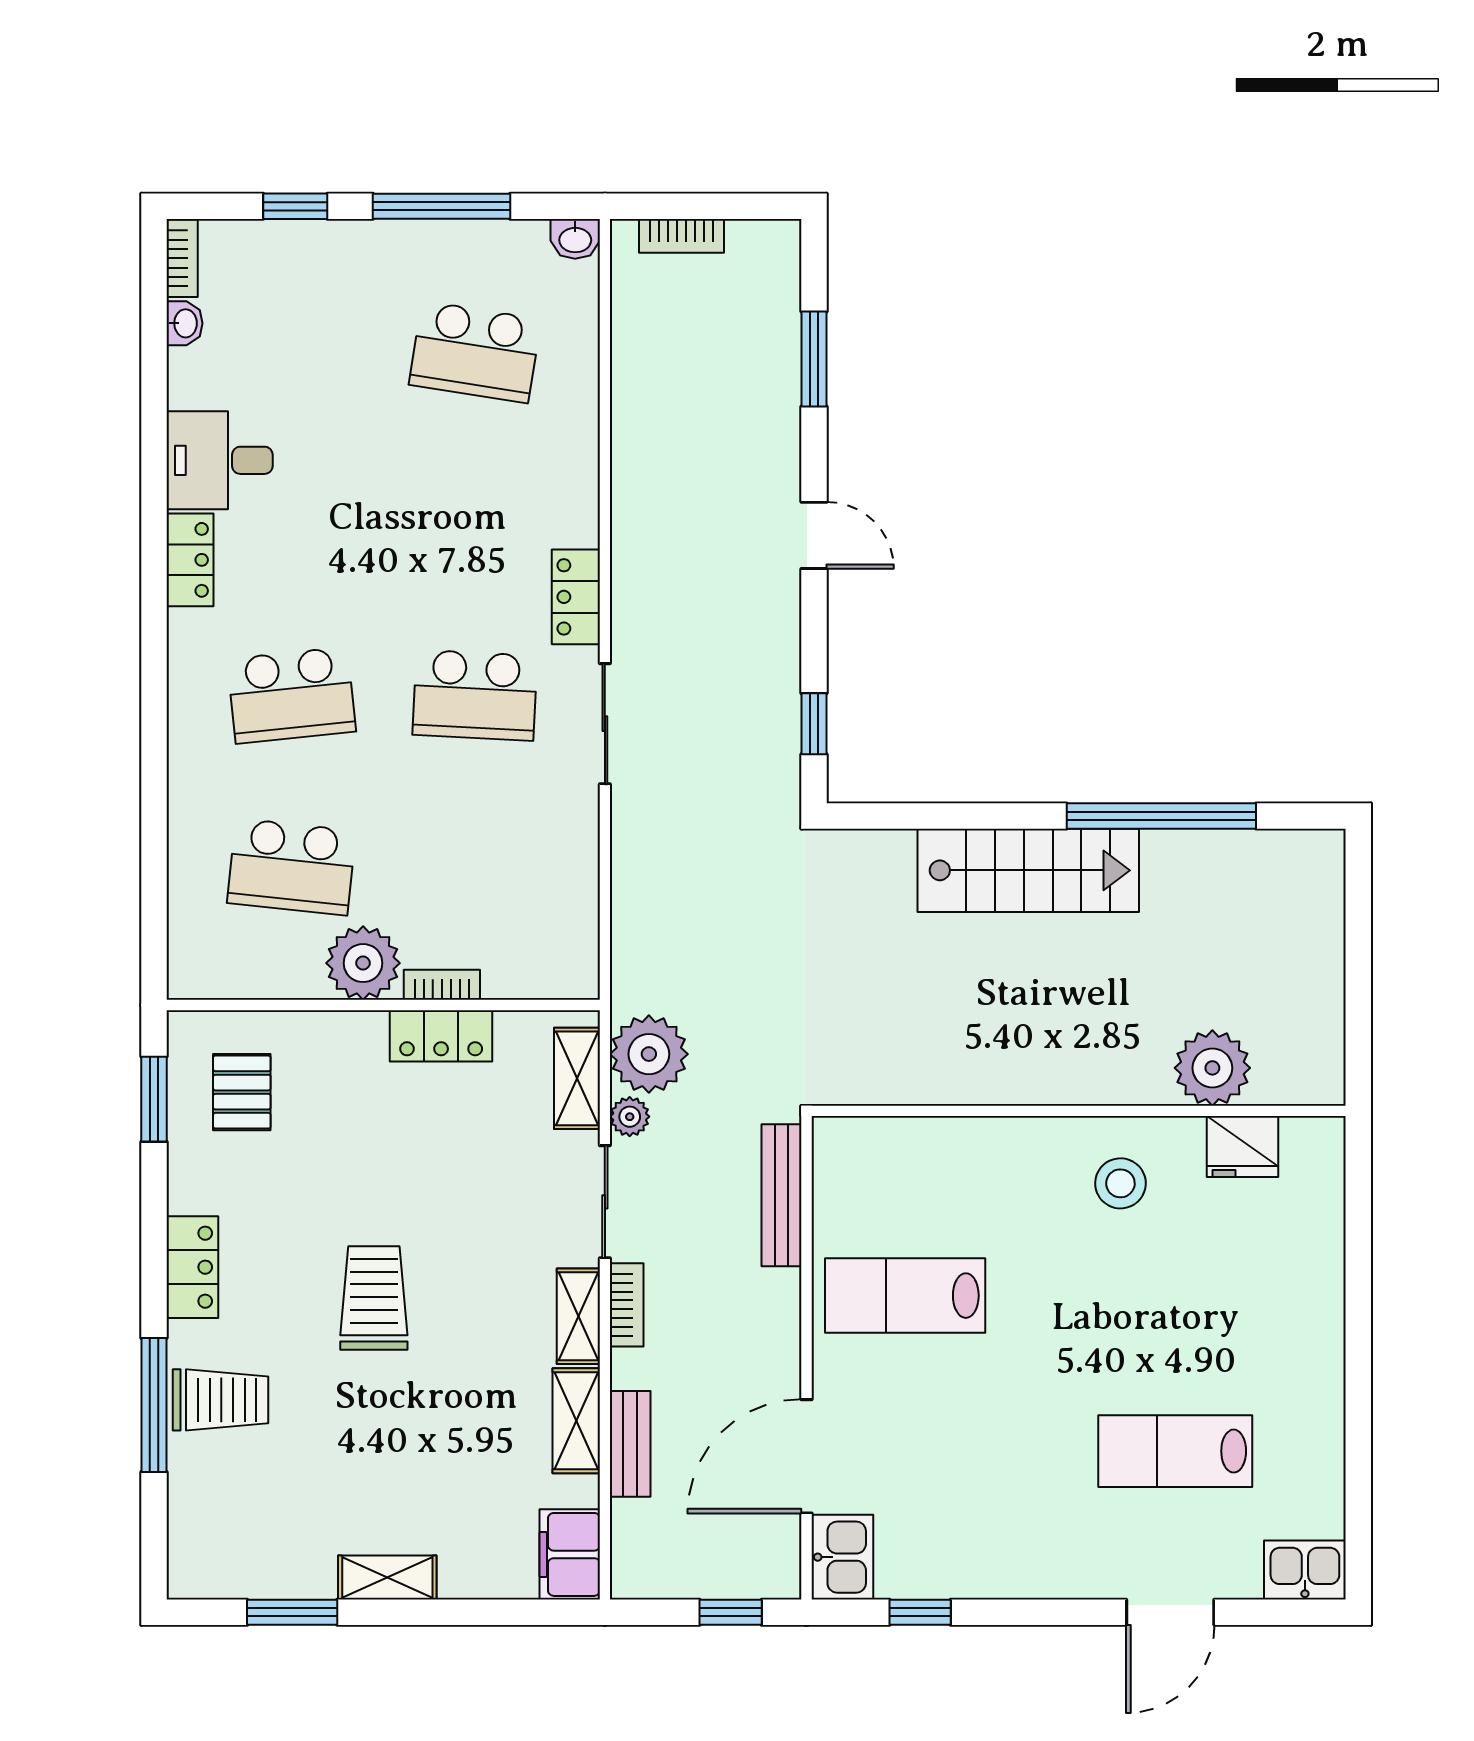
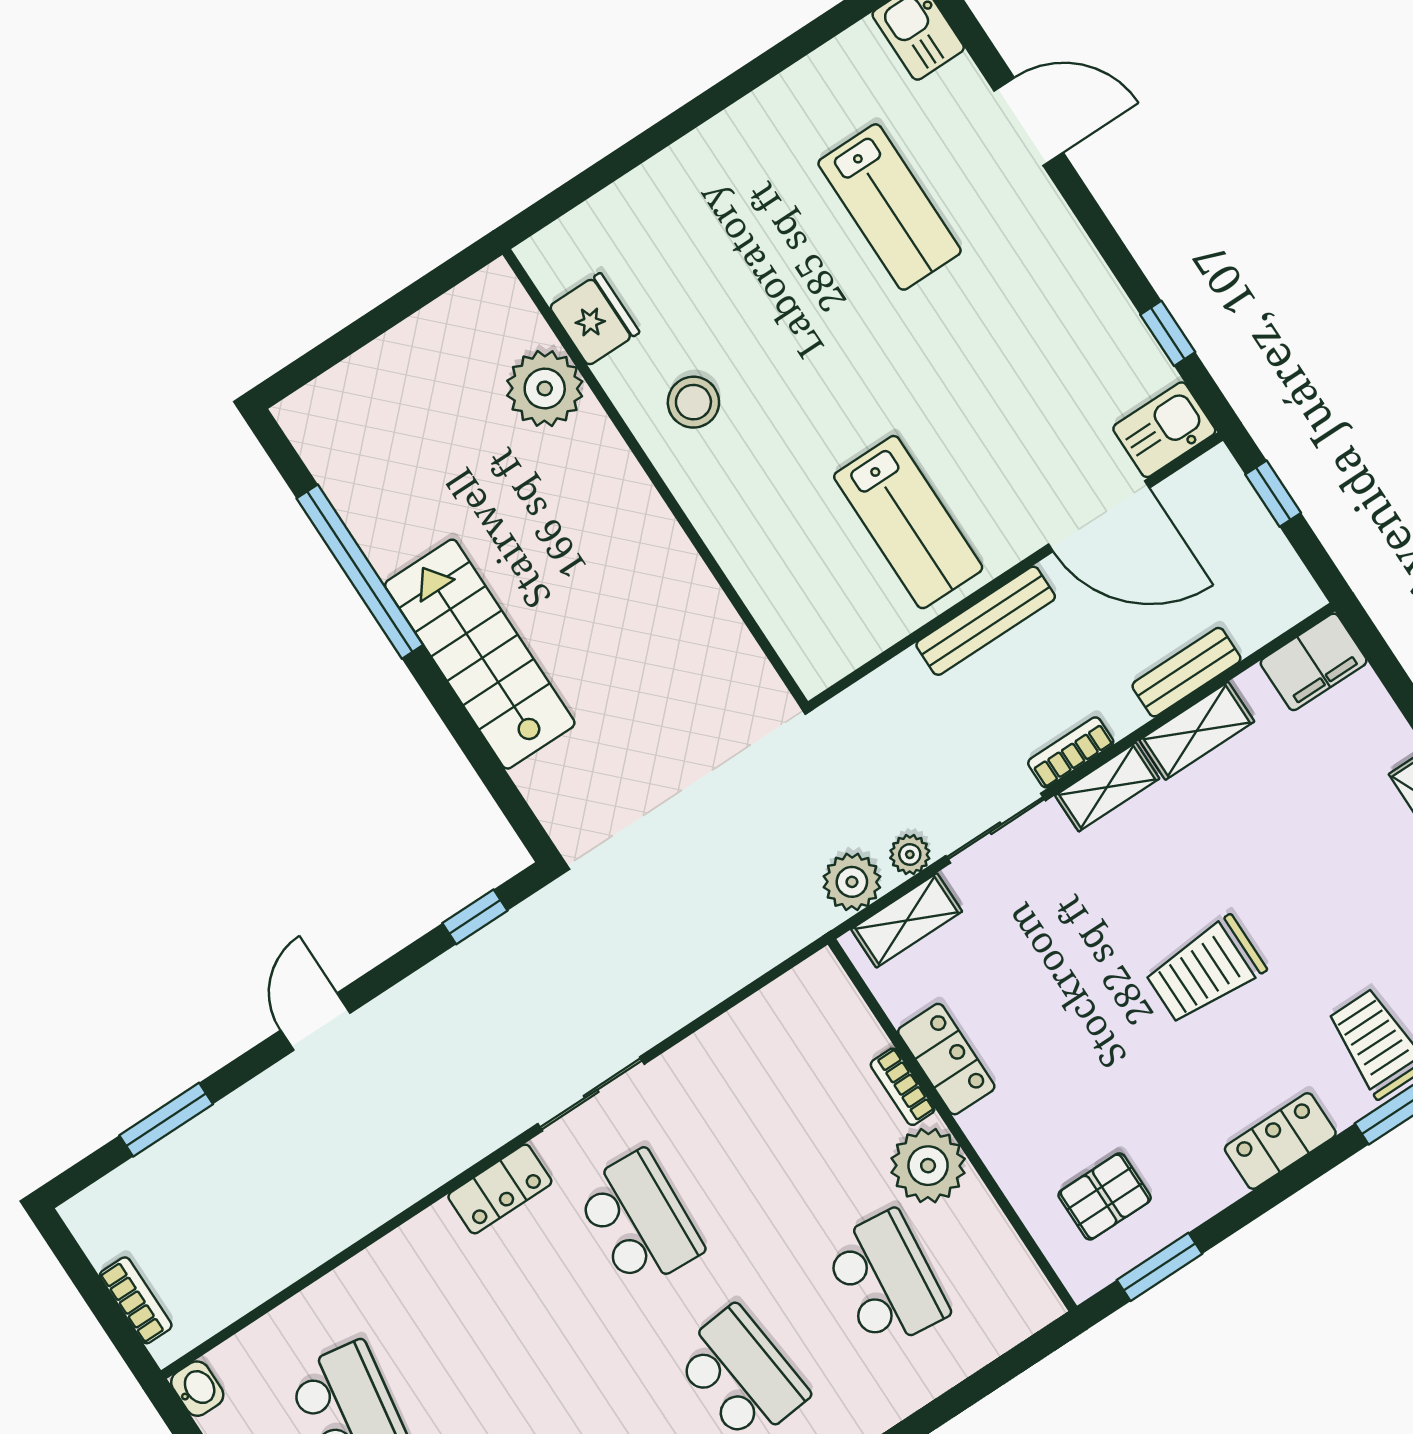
plant: (649, 1054) -> (852, 882), width x0.73, depth x0.73
bench: (782, 1195) -> (986, 621), moved

